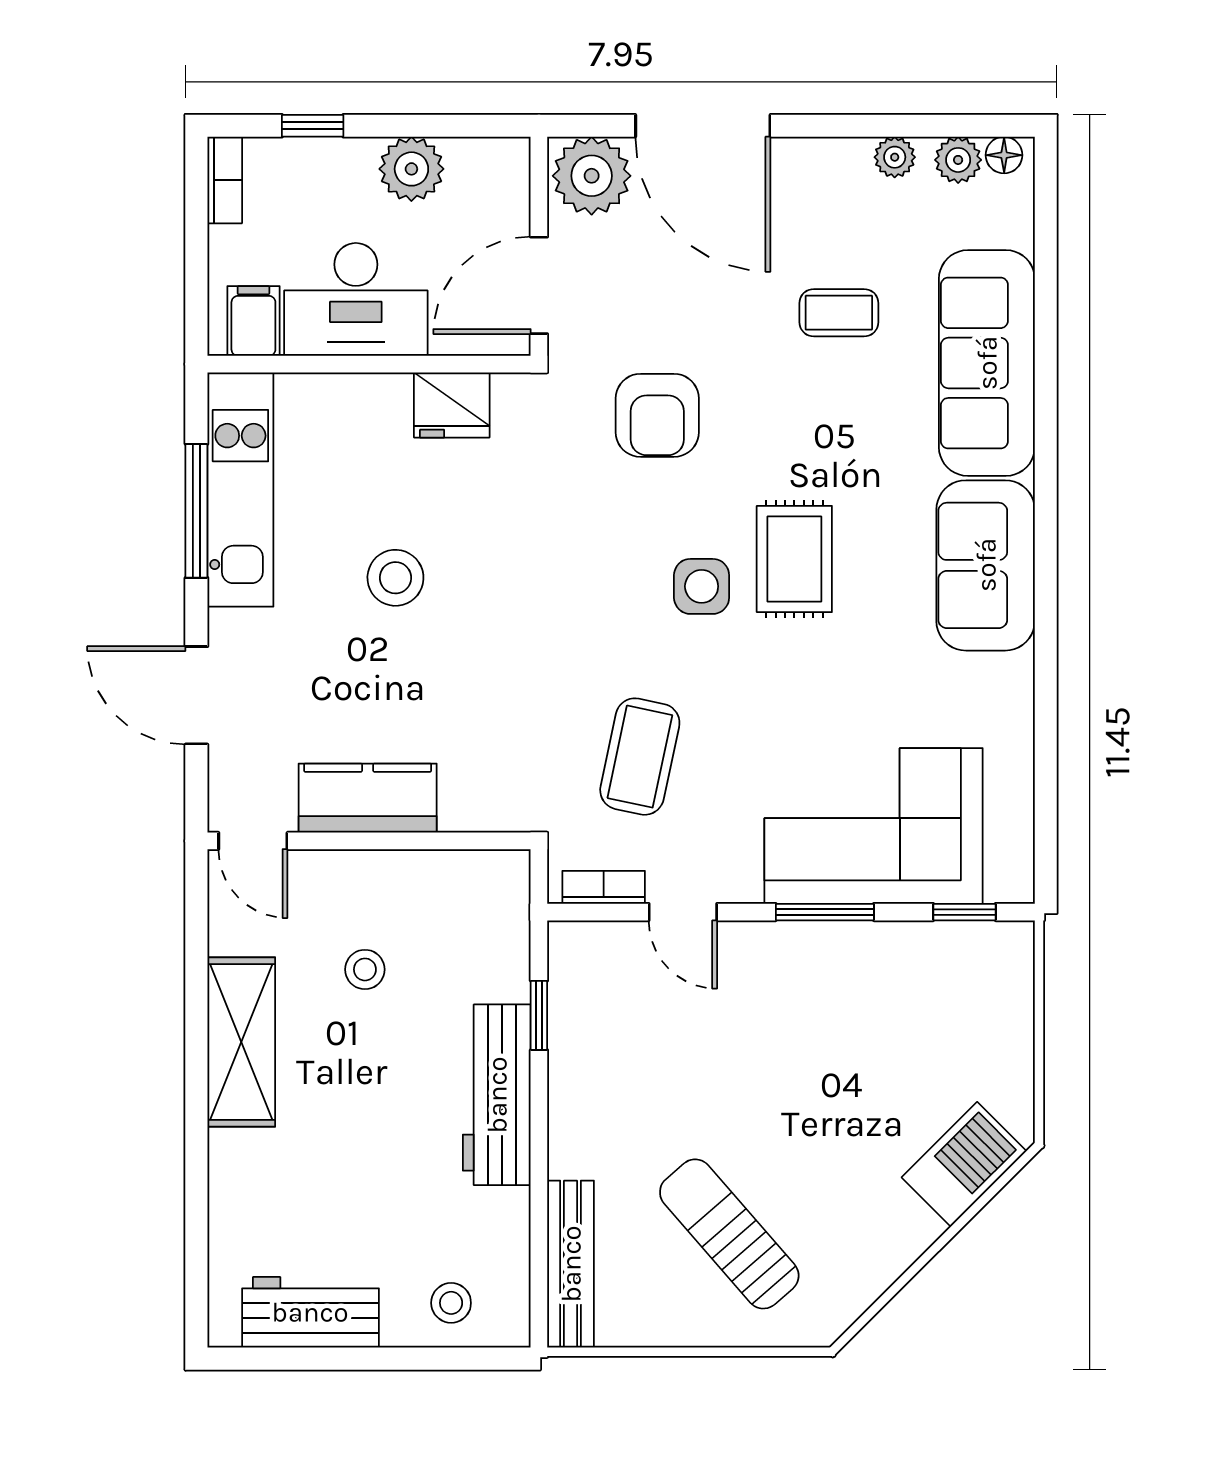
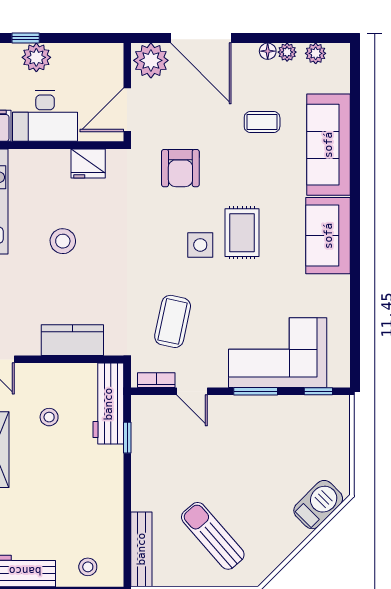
floor lamp: (1004, 155) -> (268, 51), moved
plant: (411, 169) -> (36, 57), moved
kitchen counter: (368, 798) -> (72, 340), moved
workbench: (497, 1095) -> (108, 404), moved

